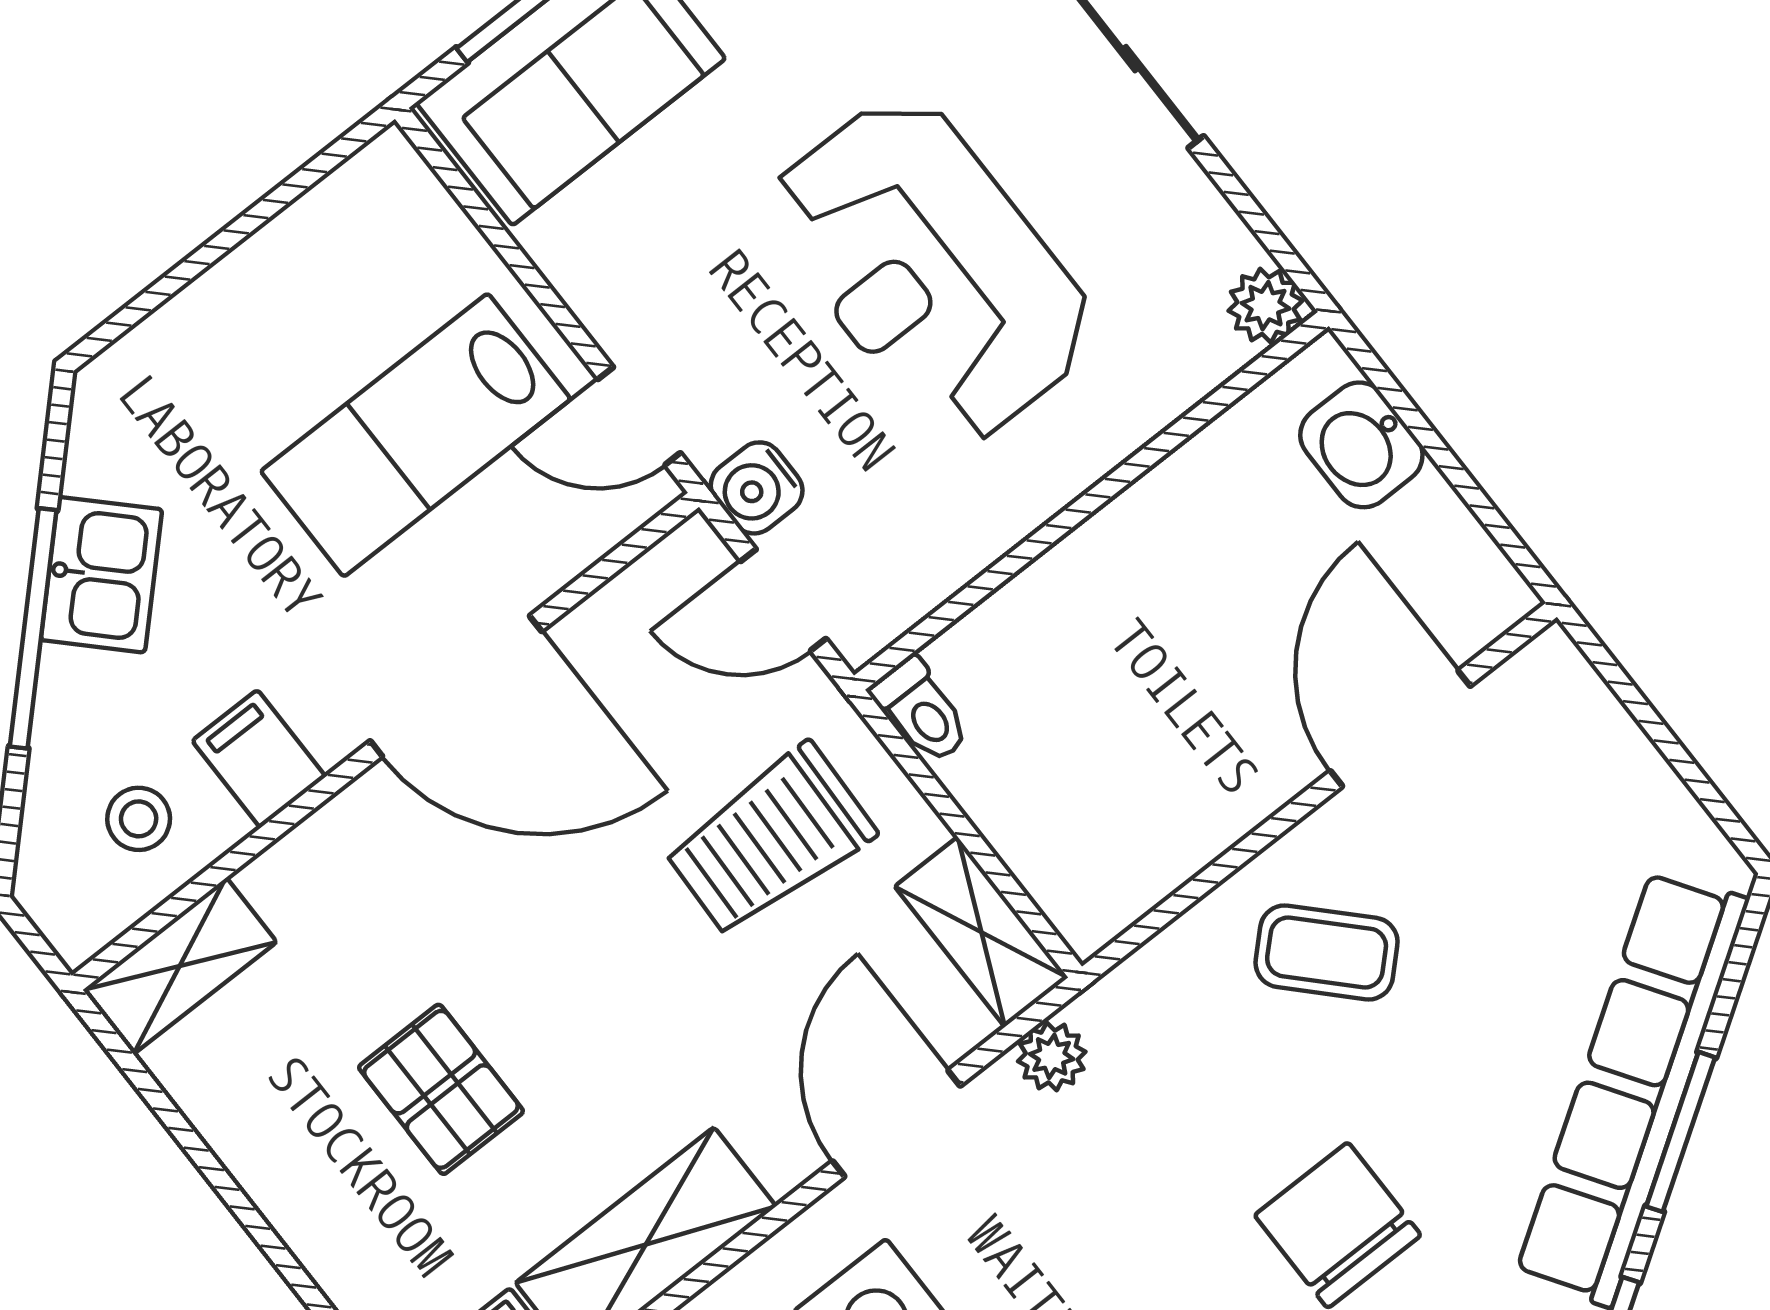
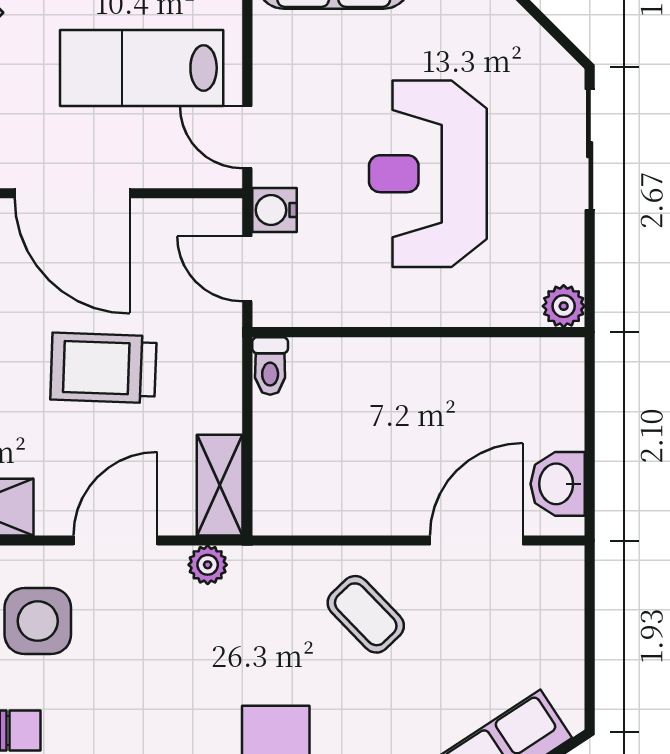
washbasin: (1361, 445) -> (558, 484), moved
trolley: (770, 840) -> (103, 368), moved

